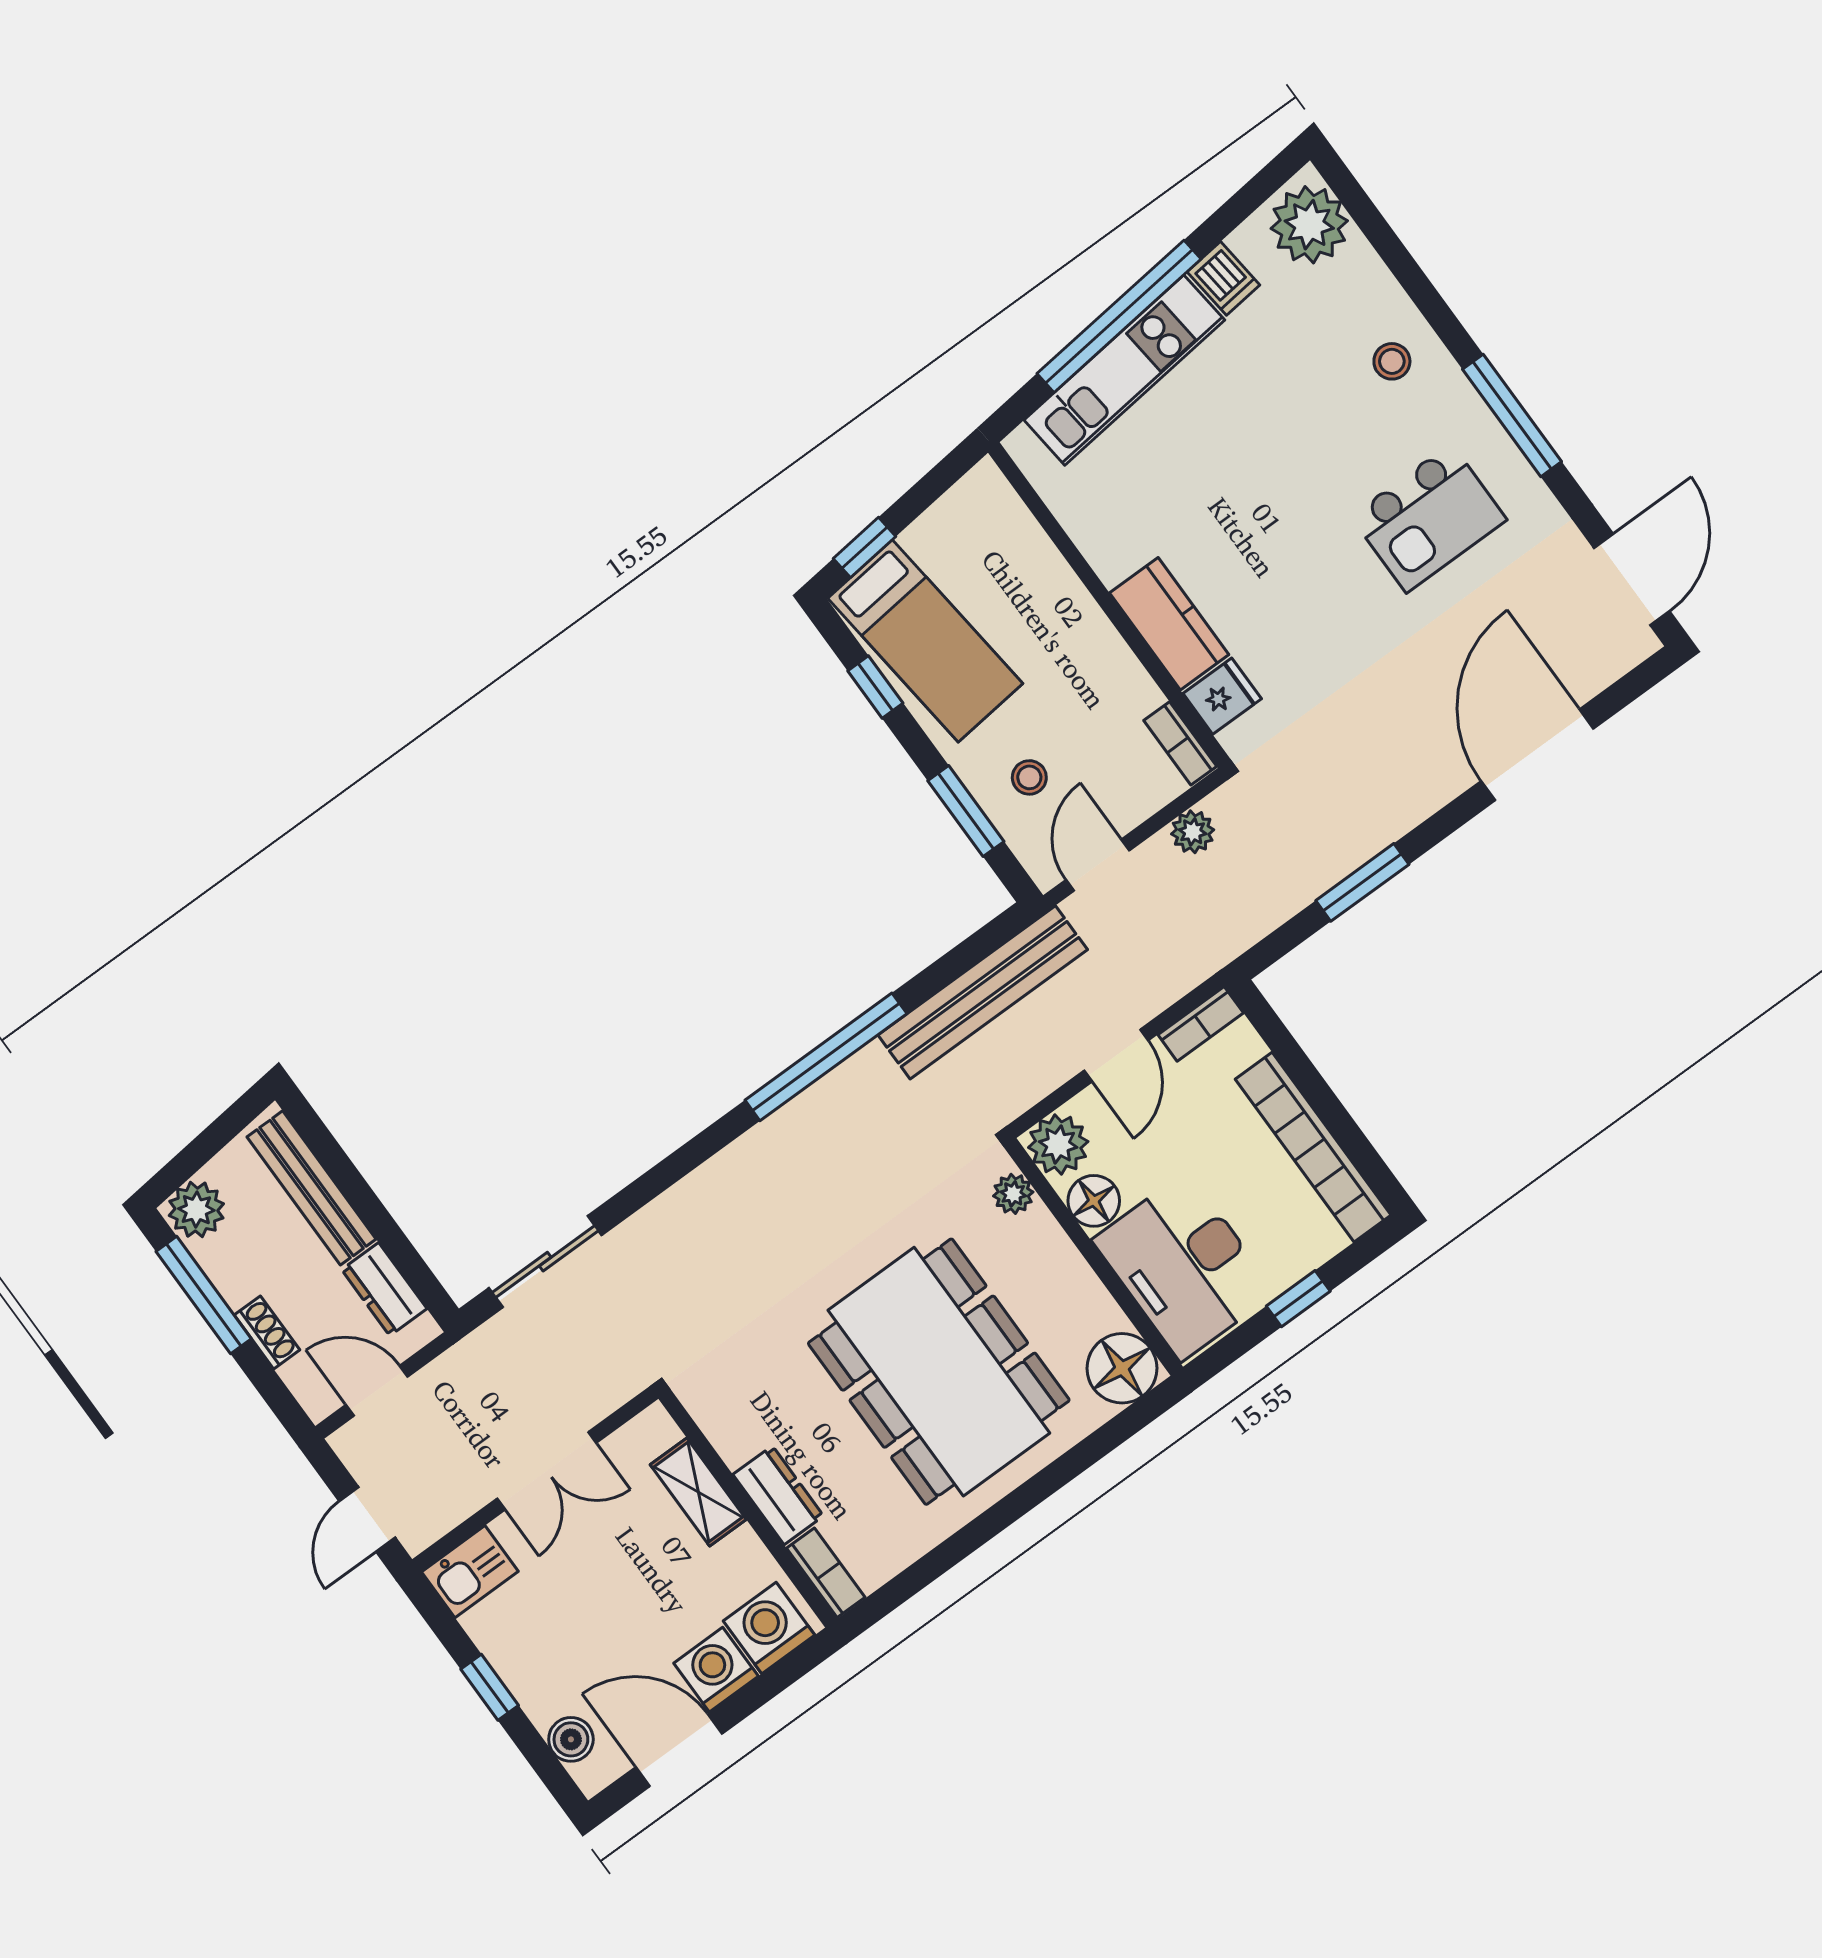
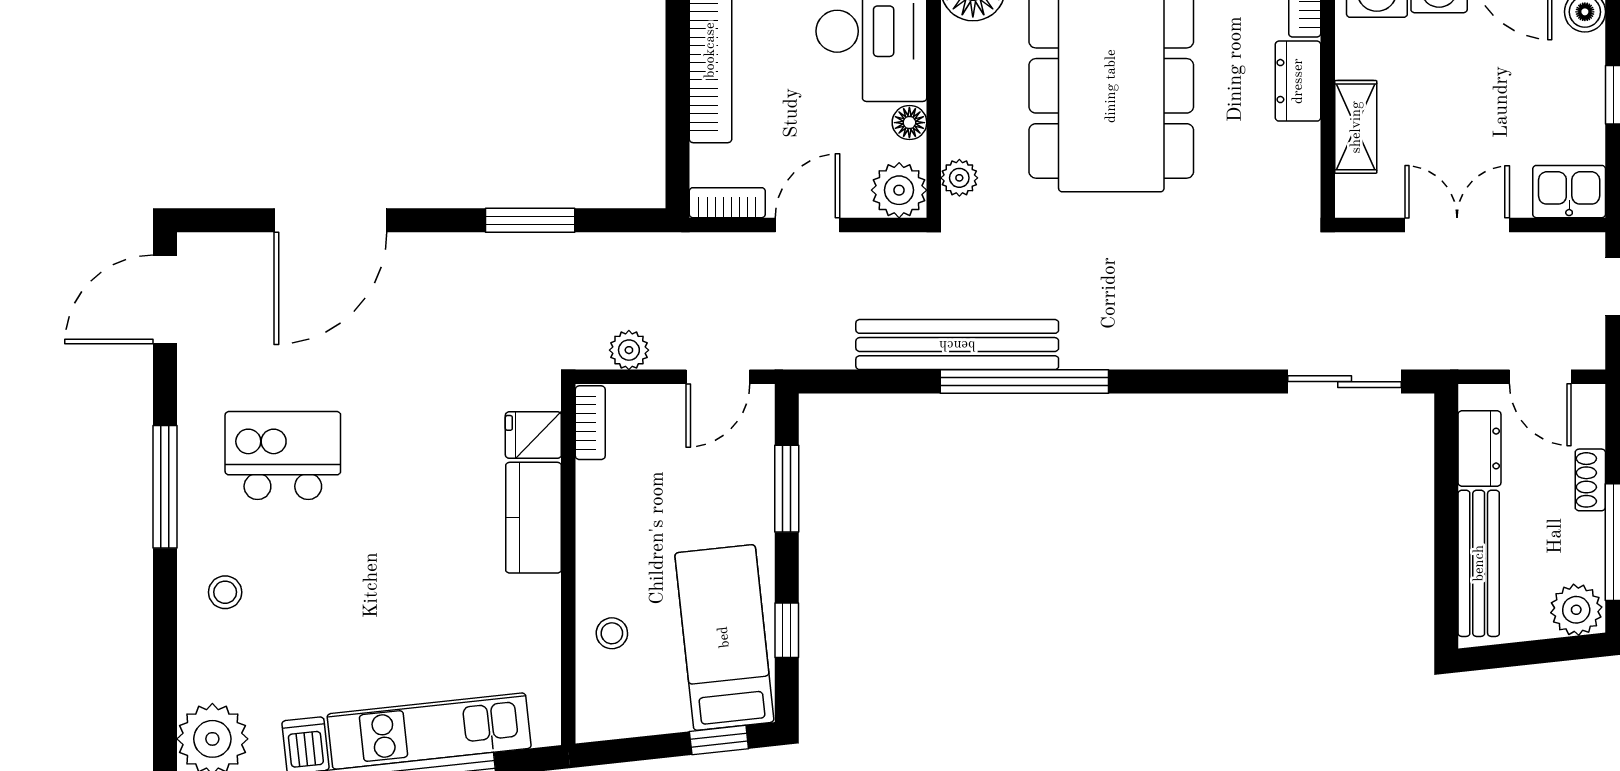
stool: (1029, 777) -> (612, 633), moved
bench: (983, 992) -> (957, 345), moved
floor lamp: (1094, 1201) -> (909, 123), width x0.73, depth x0.73

